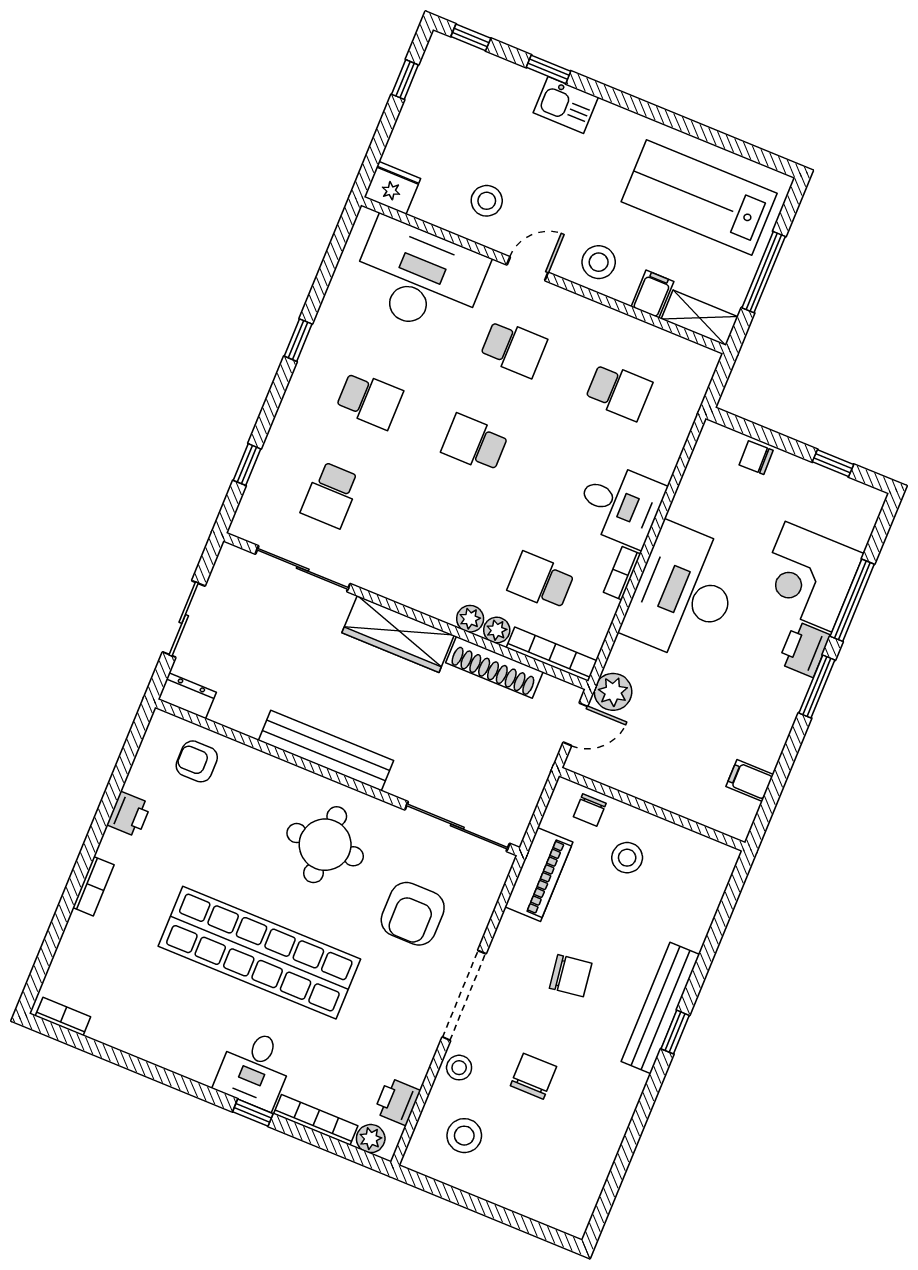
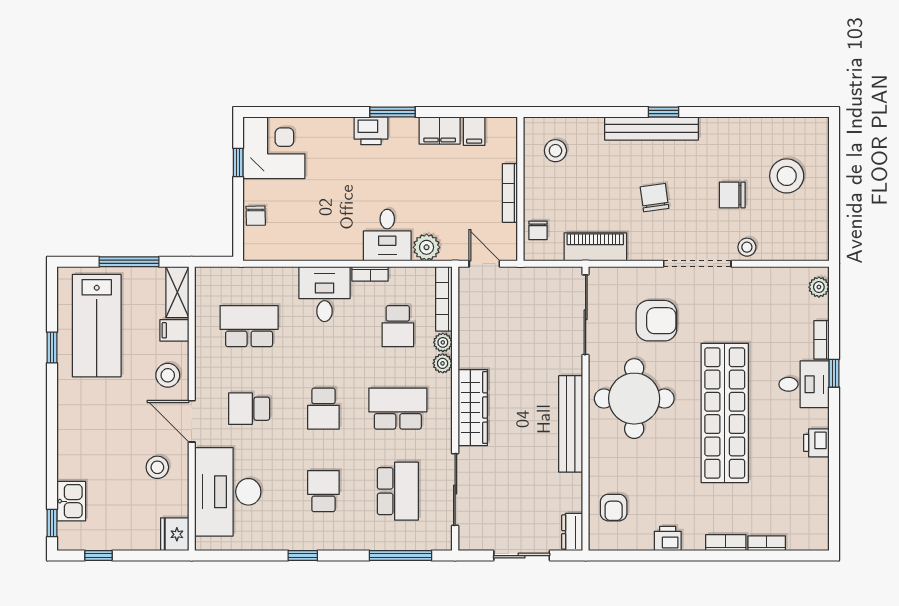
window: (549, 69) -> (52, 348), moved
kitchen sink: (566, 105) -> (71, 501), moved
door: (527, 269) -> (192, 421), width x1.38
school desk: (514, 348) -> (249, 409), turned -90
school desk: (619, 391) -> (249, 326), width x1.85
window: (247, 465) -> (400, 556), width x2.17
school desk: (331, 495) -> (398, 491), width x1.85
school desk: (436, 538) -> (398, 409), added
corner desk: (809, 577) -> (274, 148), moved, turned -90
desk: (683, 593) -> (387, 235), width x0.53, depth x0.77
window: (852, 600) -> (325, 112), removed
shoe rack: (494, 667) -> (468, 334), removed
plant: (613, 692) -> (427, 247), moved
filing cabinet: (769, 737) -> (440, 130), added
bookcase: (652, 794) -> (510, 193), added
chair: (590, 810) -> (538, 230), turned 90
round table: (325, 845) -> (634, 399), width x1.36, depth x1.36
stool: (627, 858) -> (555, 151), moved
bookcase: (63, 1016) -> (767, 543), moved, turned 90
printer: (397, 1102) -> (816, 443), moved, turned 90
bookcase: (316, 1120) -> (822, 340), width x0.64
stool: (464, 1136) -> (787, 176), moved, width x1.38, depth x1.38

